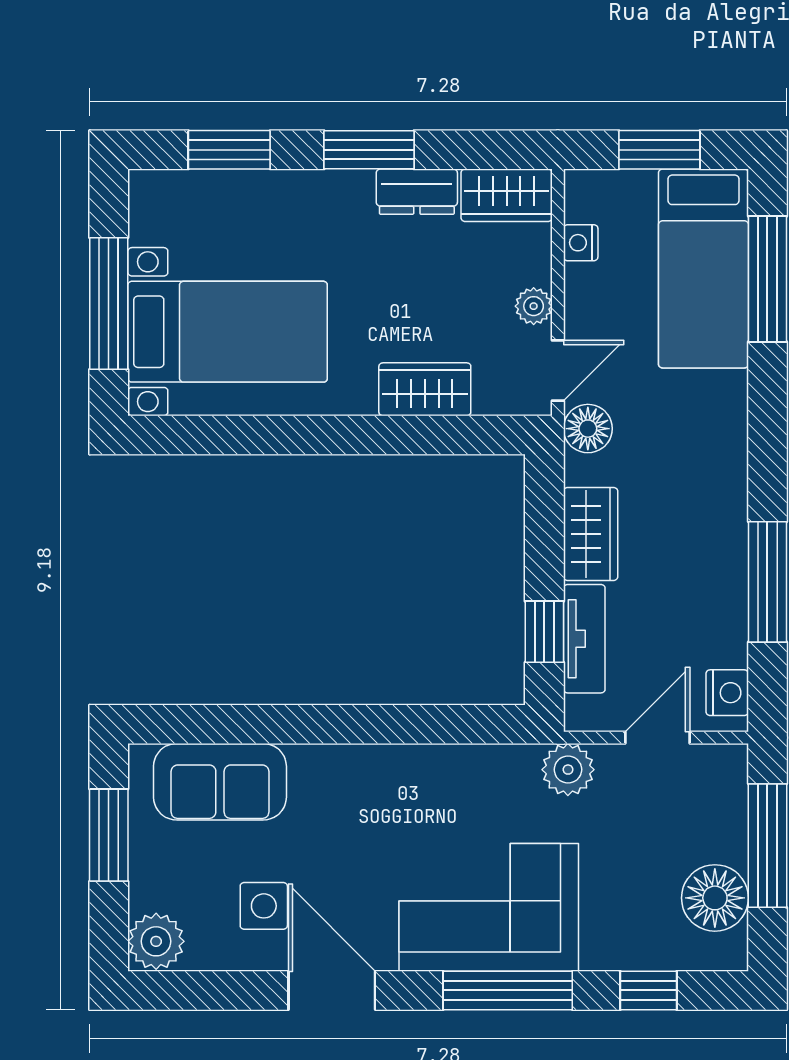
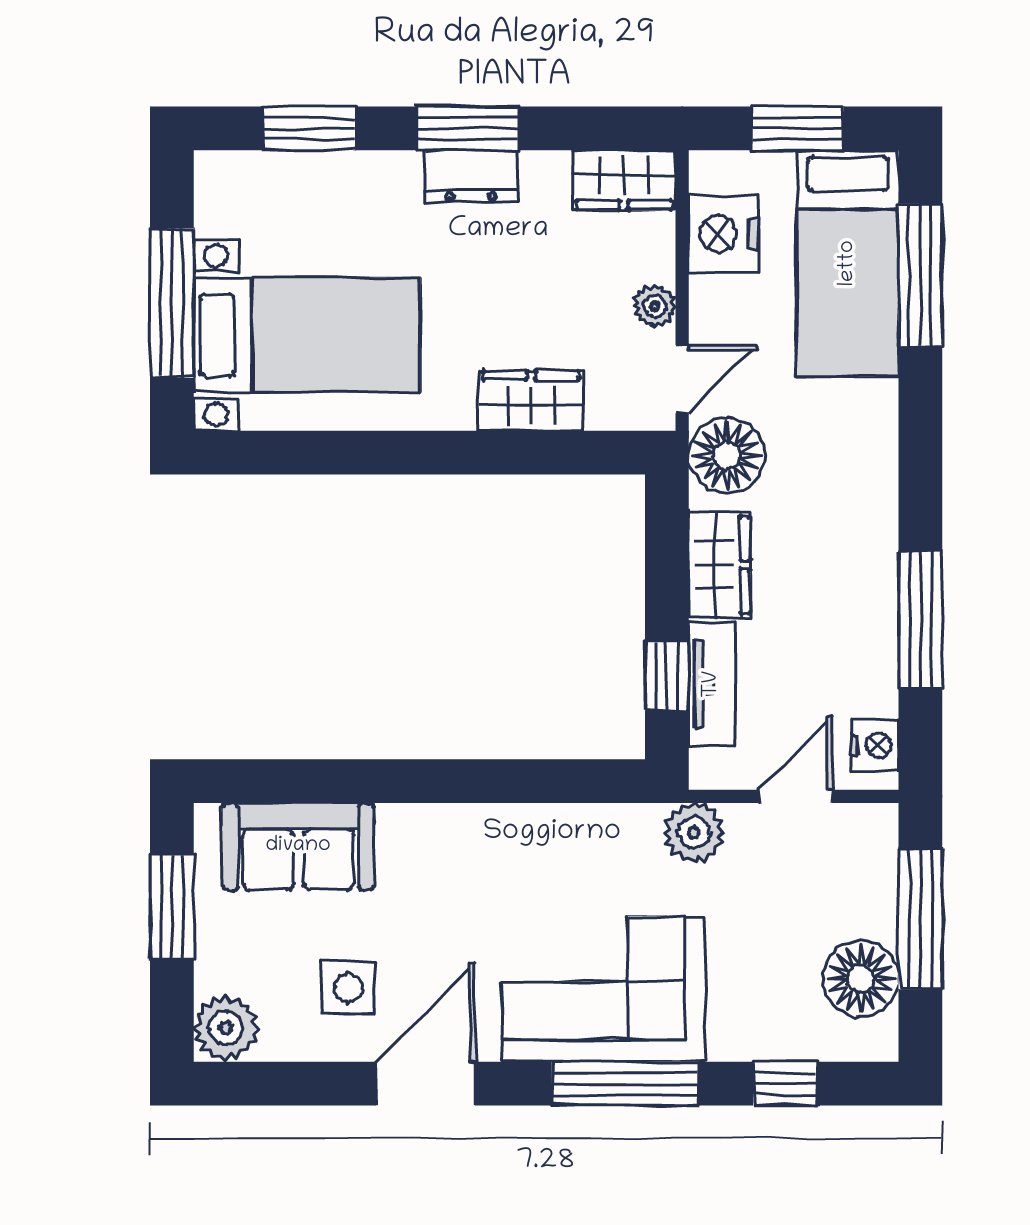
dresser: (417, 192) -> (471, 176), moved
nightstand: (581, 243) -> (724, 234), width x1.89, depth x1.79
floor lamp: (588, 429) -> (727, 455), width x1.38, depth x1.38
door: (332, 990) -> (425, 1084), hinge flipped

